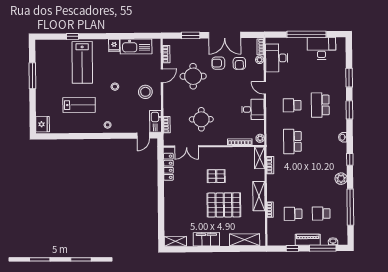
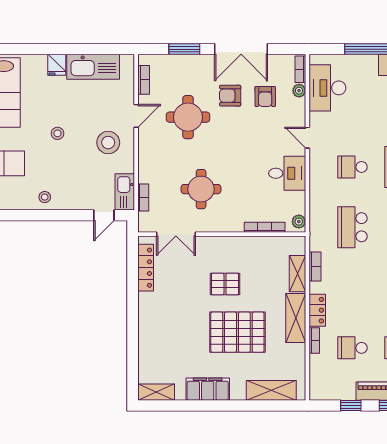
shelving: (260, 158) -> (297, 274), moved
locker: (272, 191) -> (317, 310), added

